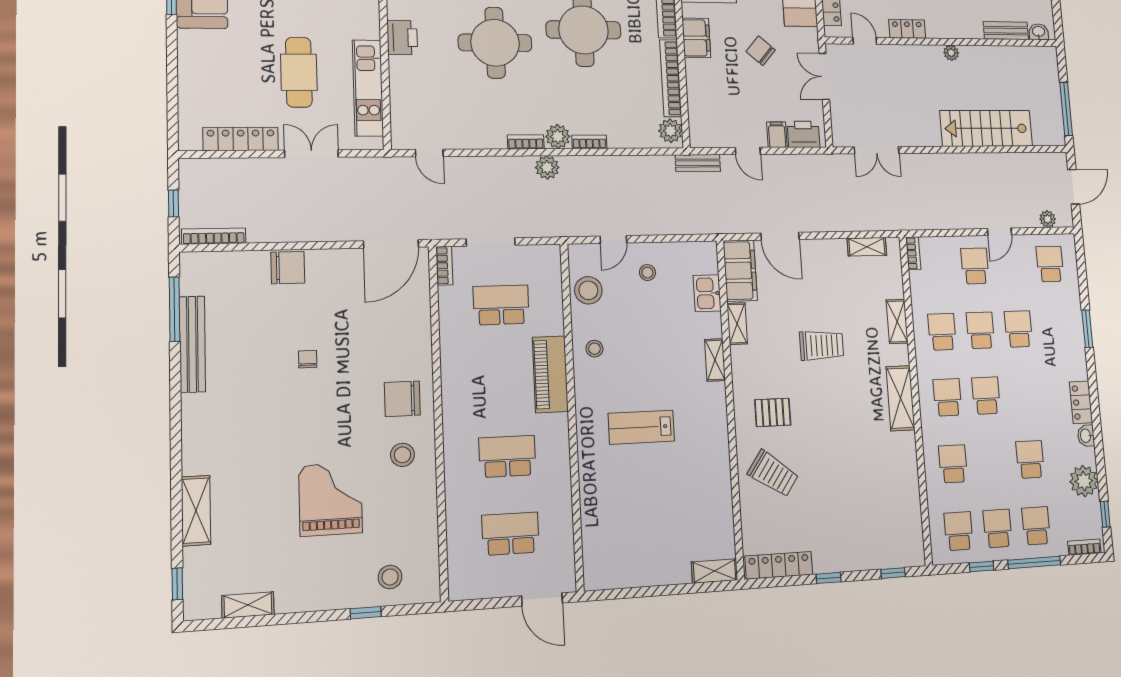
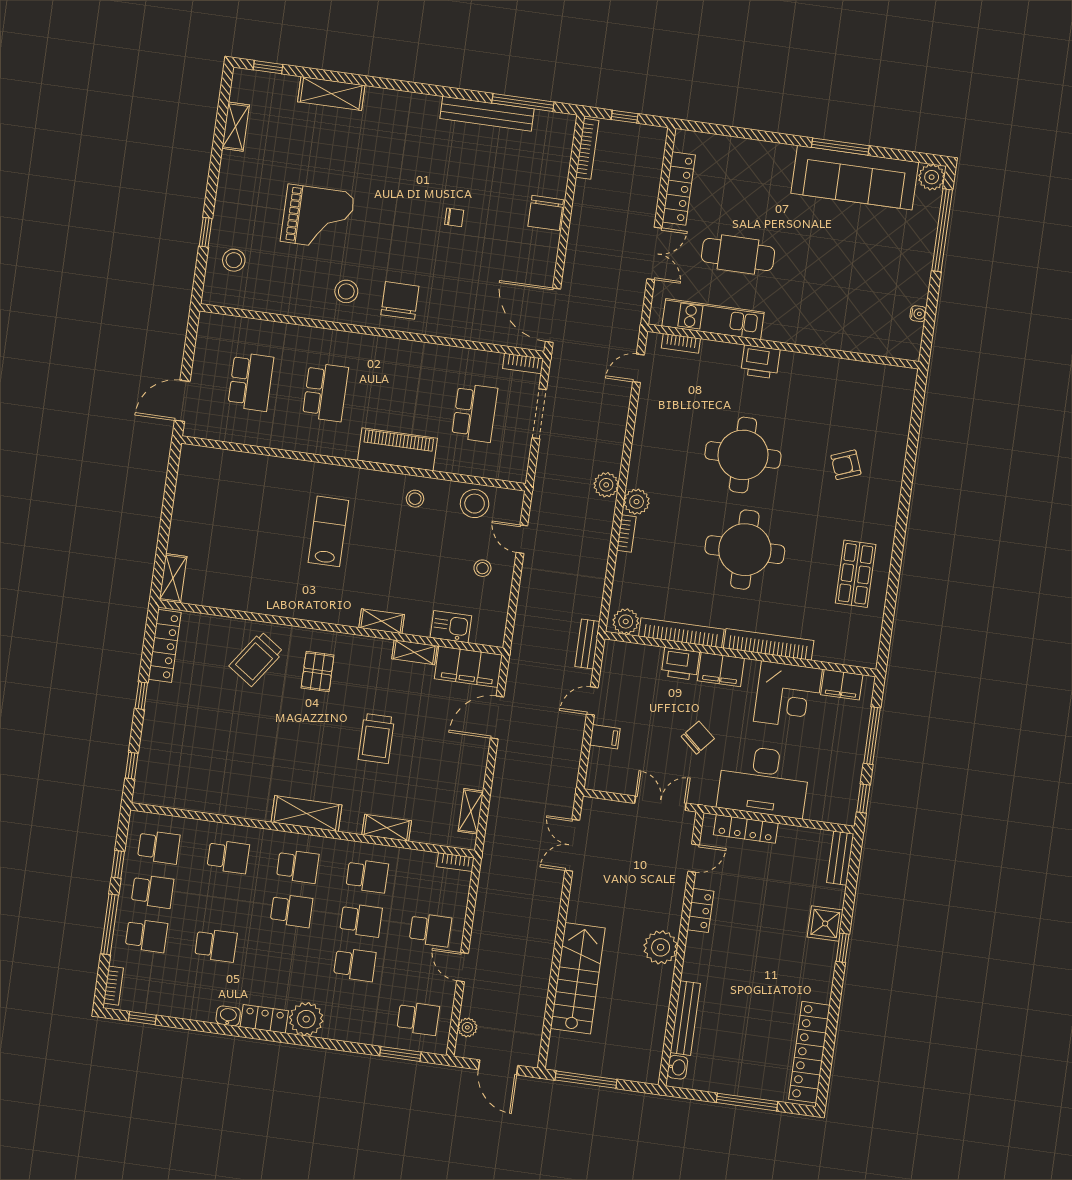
bench: (1006, 31) -> (685, 1018), width x1.36
plant: (951, 53) -> (661, 947), width x1.88, depth x1.88
printer: (803, 134) -> (680, 664), moved, turned 90
bookcase: (526, 142) -> (681, 343), moved, turned 90
window: (1087, 329) -> (400, 1054), moved
plant: (1084, 481) -> (306, 1019), moved

